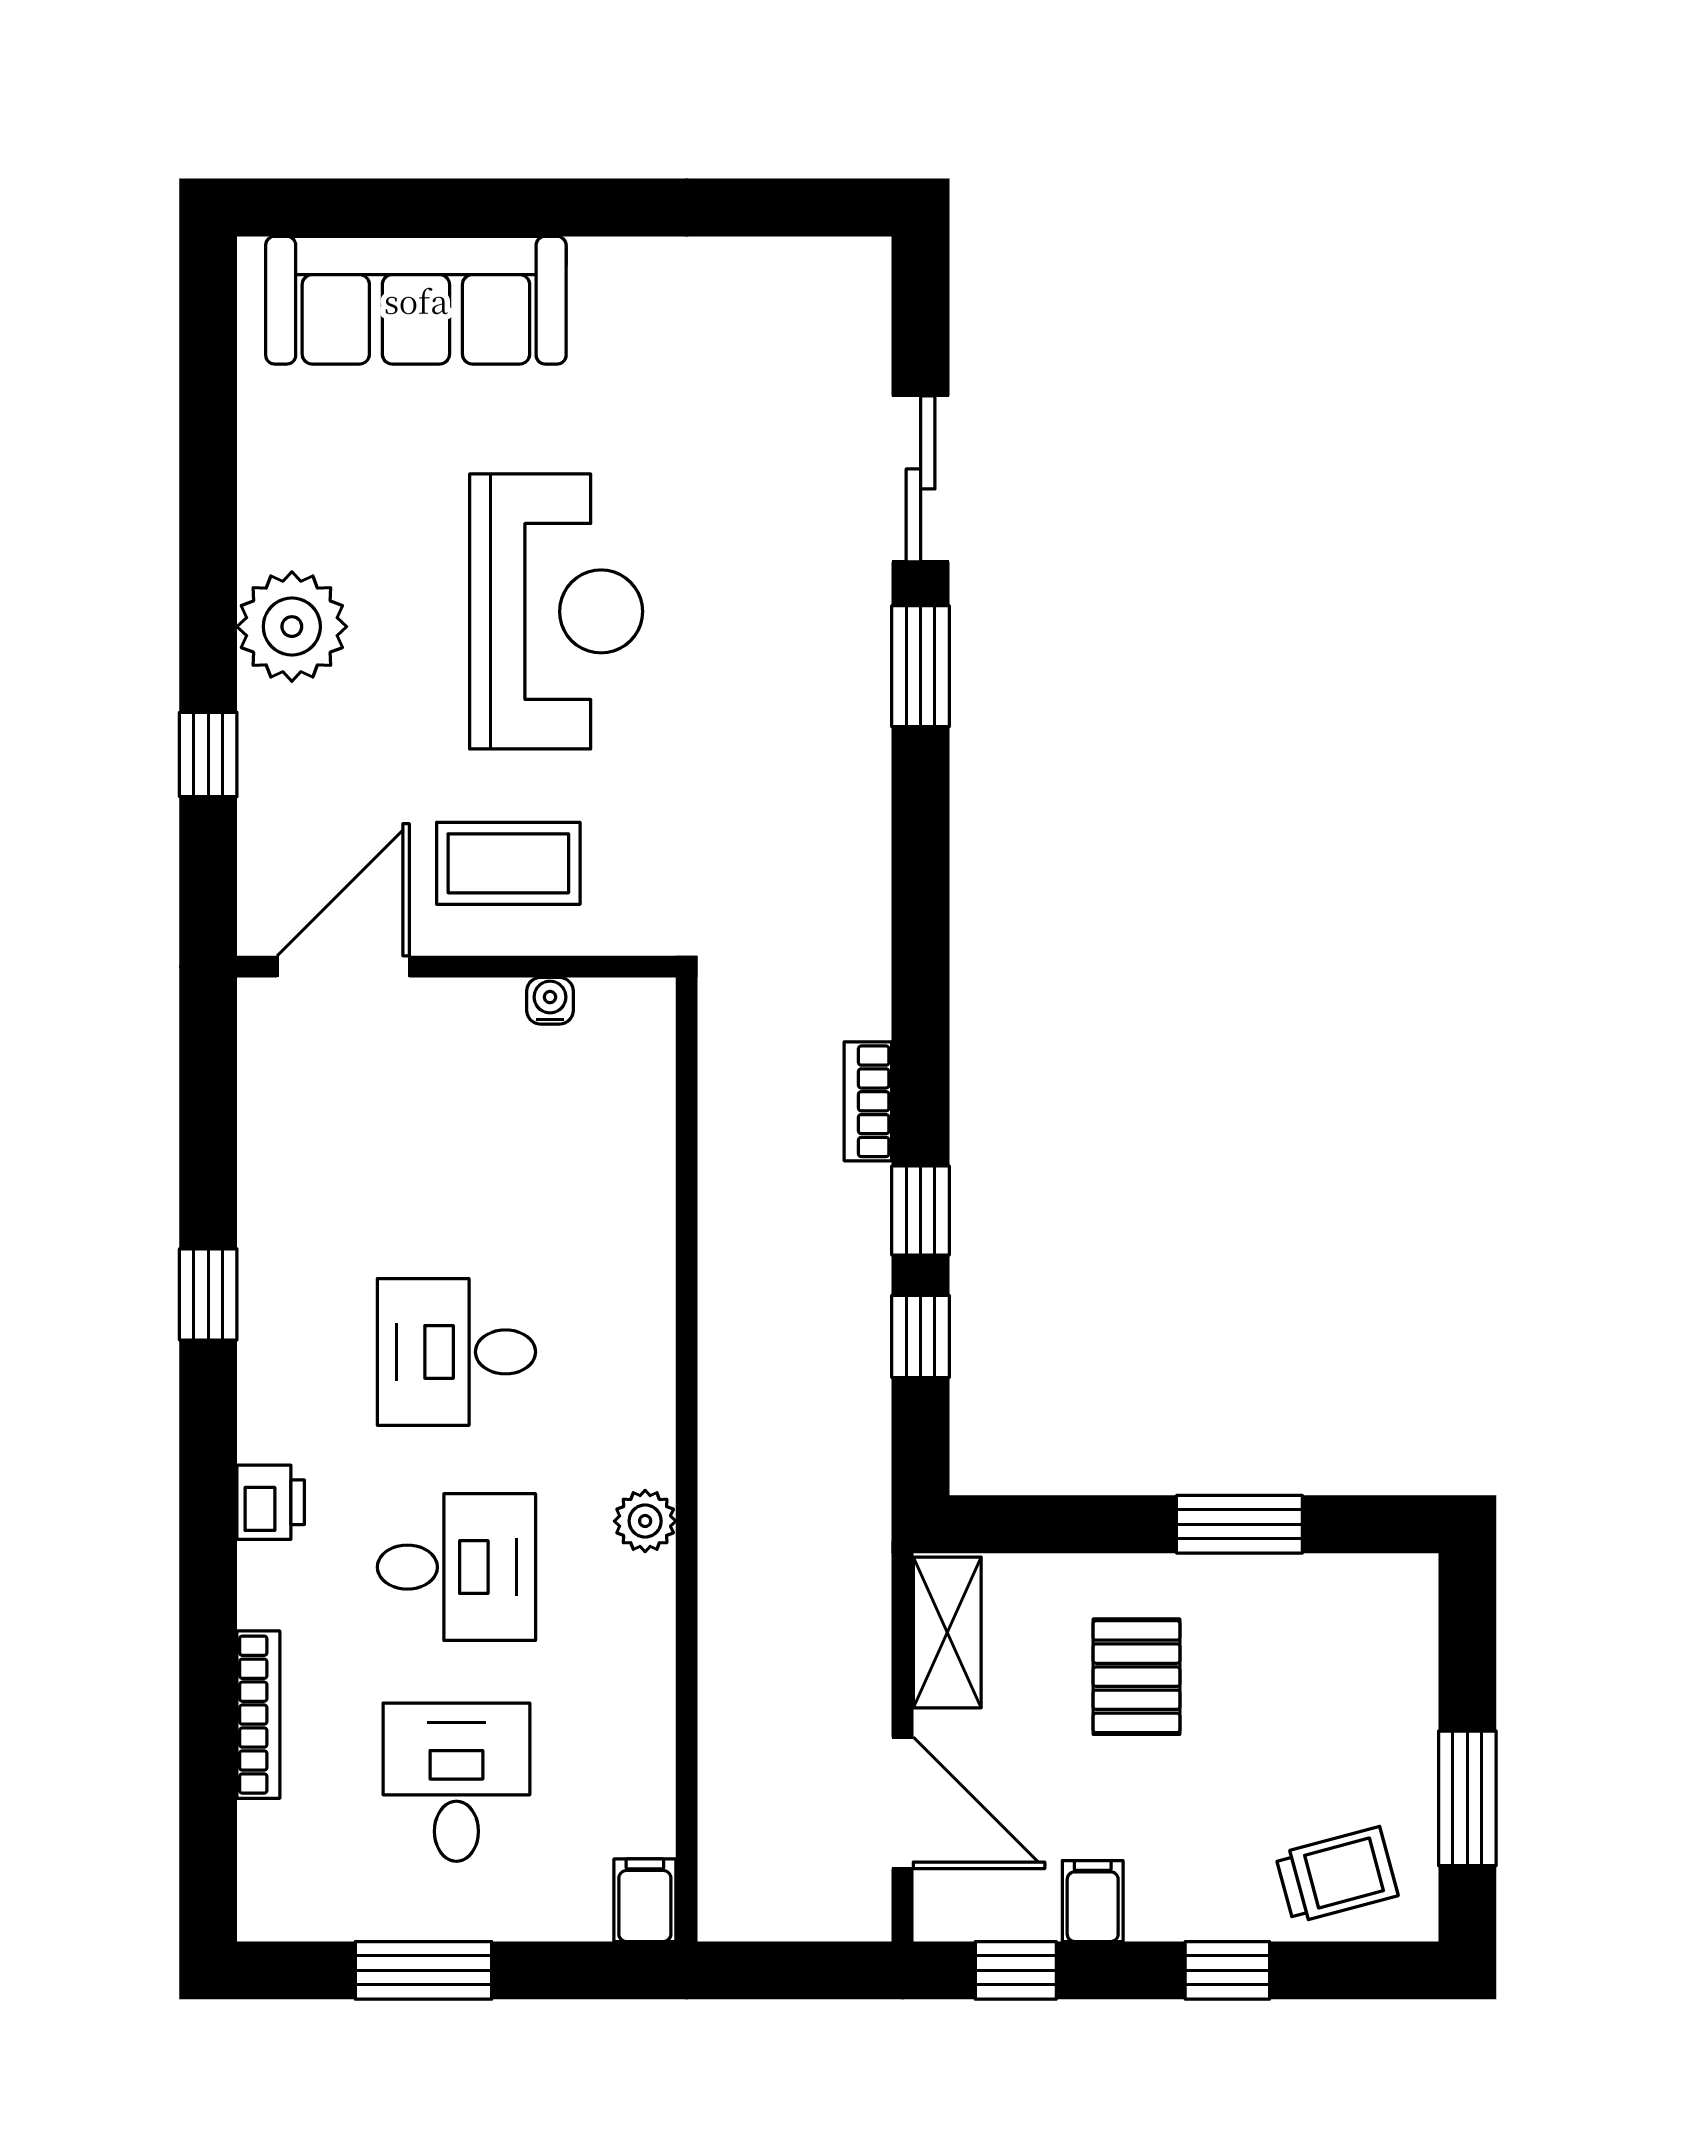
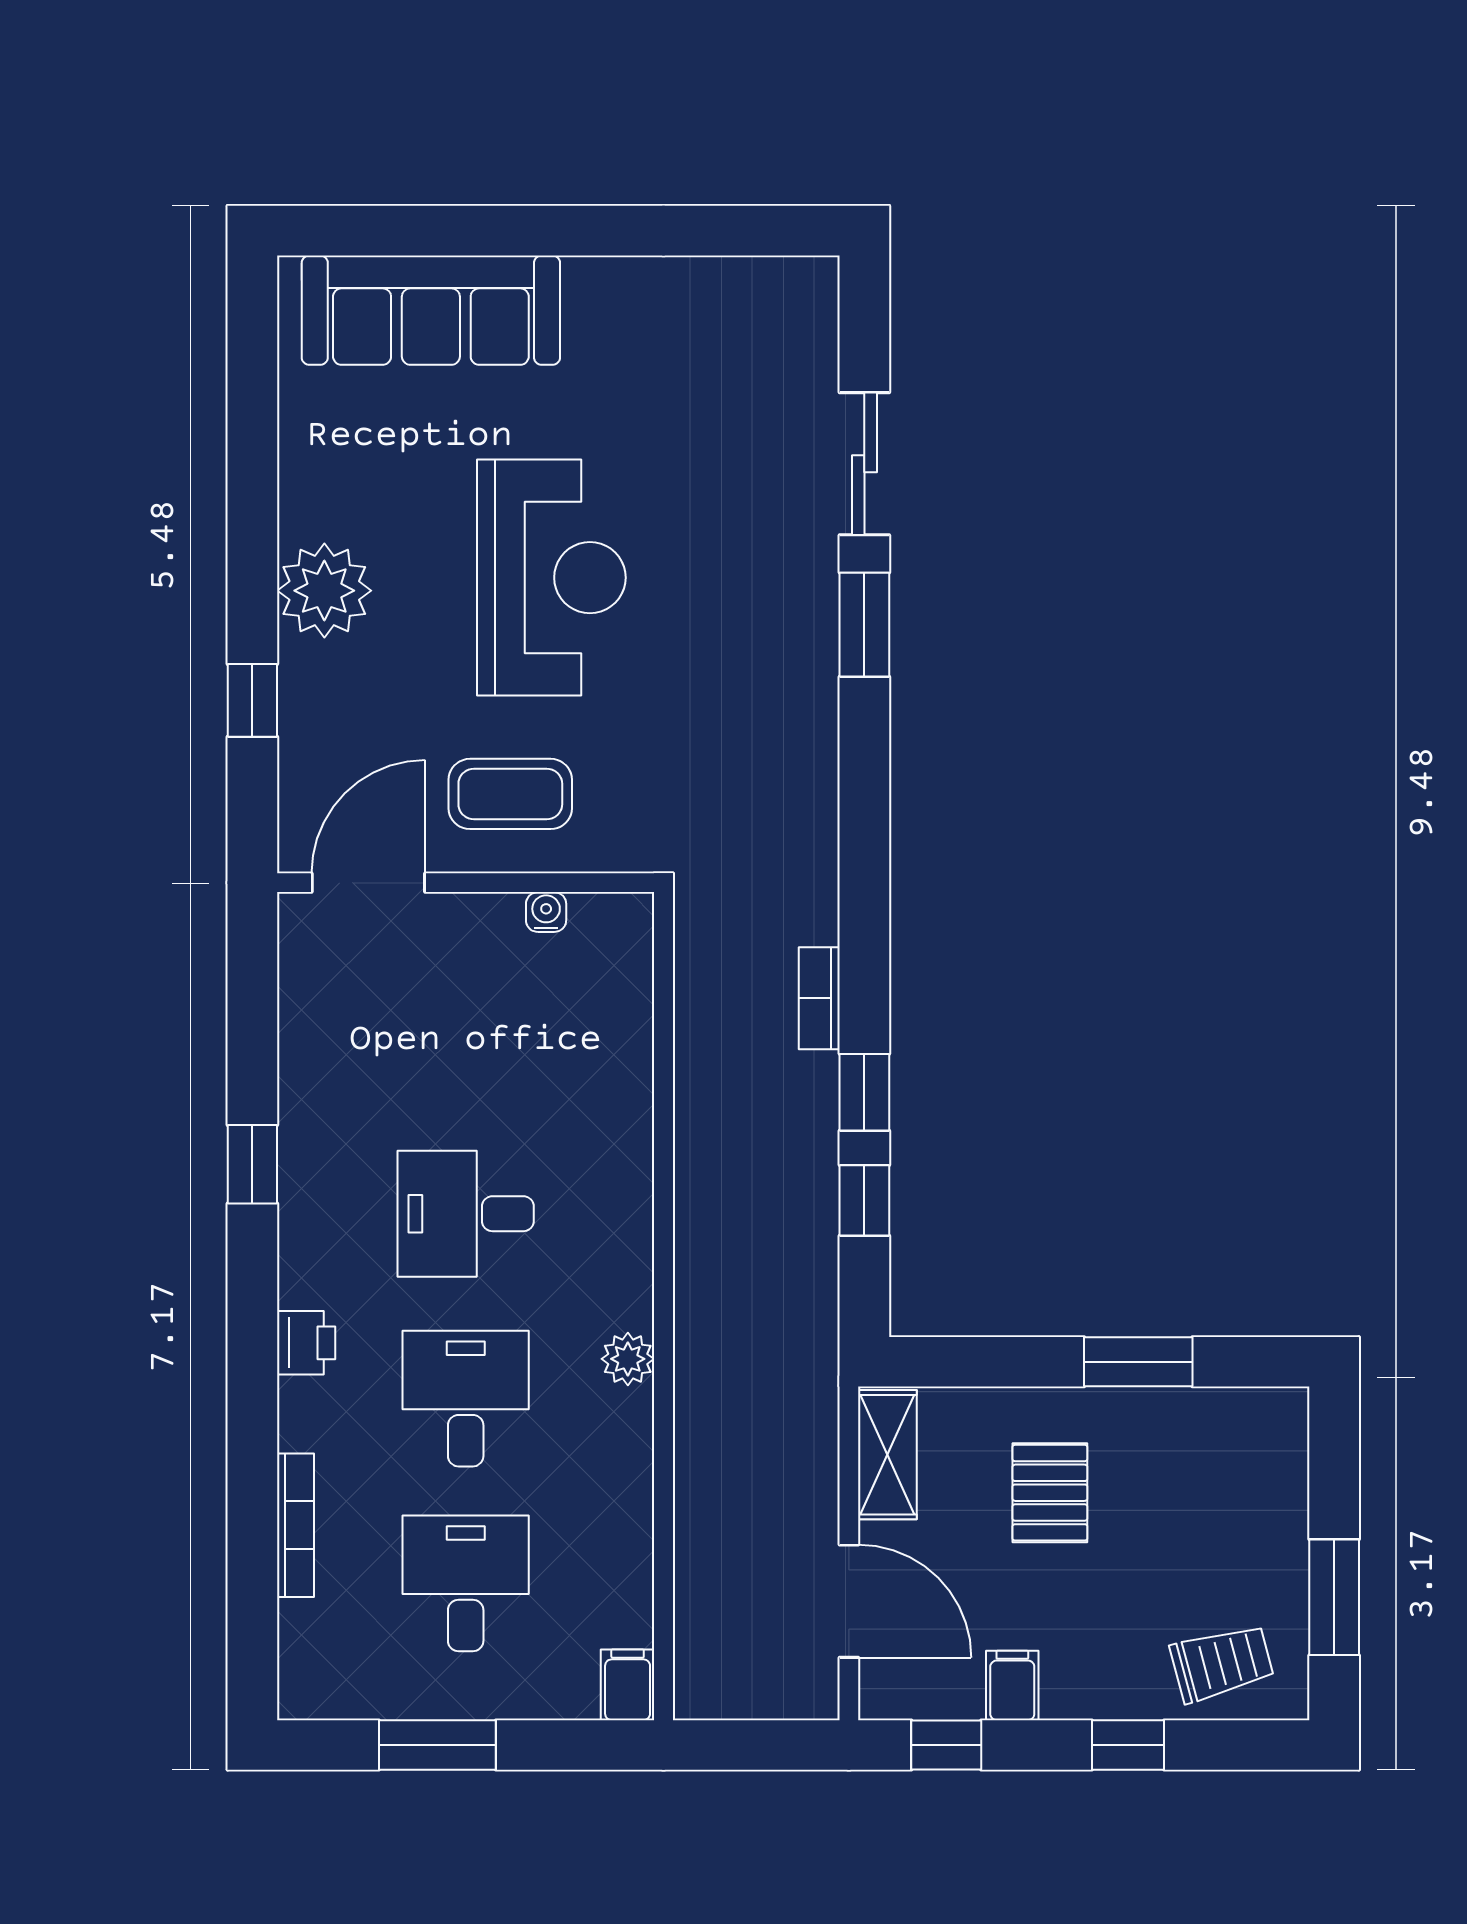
desk: (456, 1567) -> (466, 1399), turned -90

